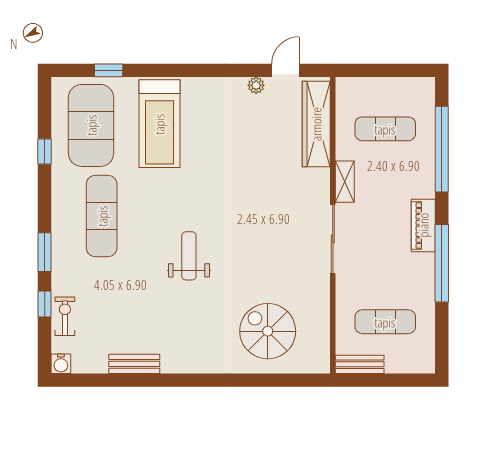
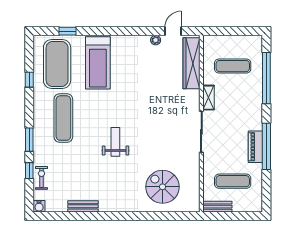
piano: (423, 225) -> (255, 147), moved

